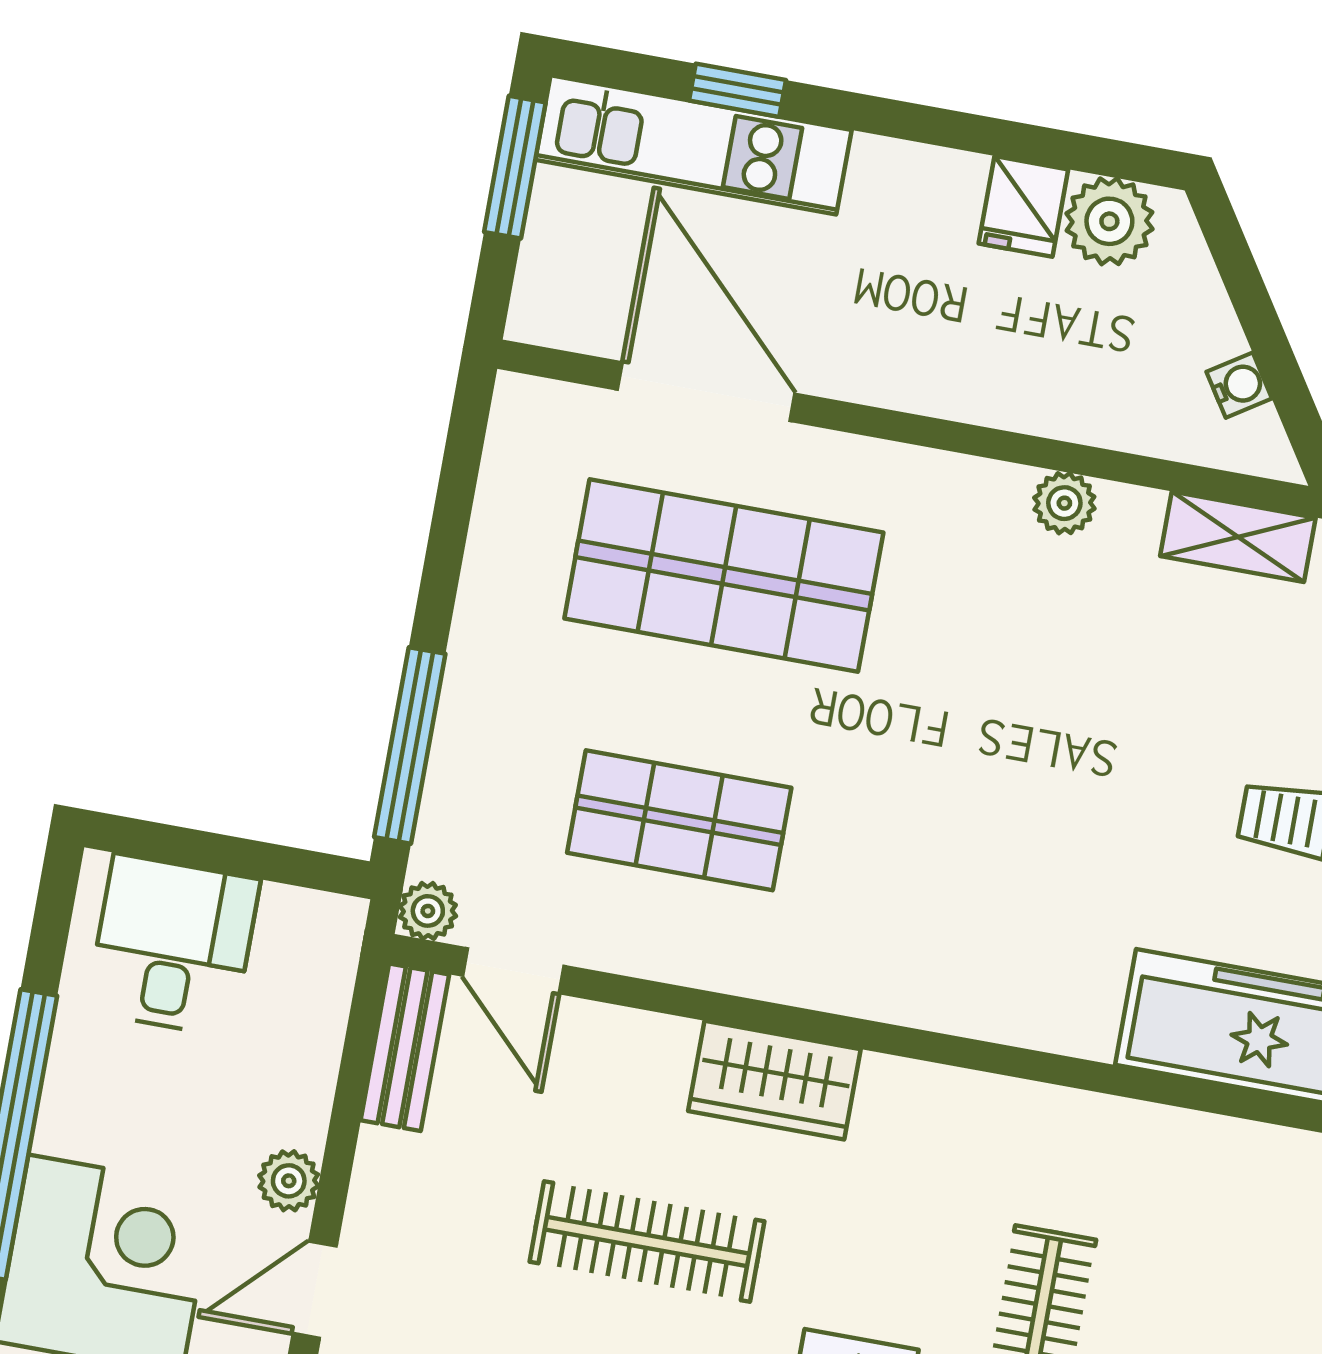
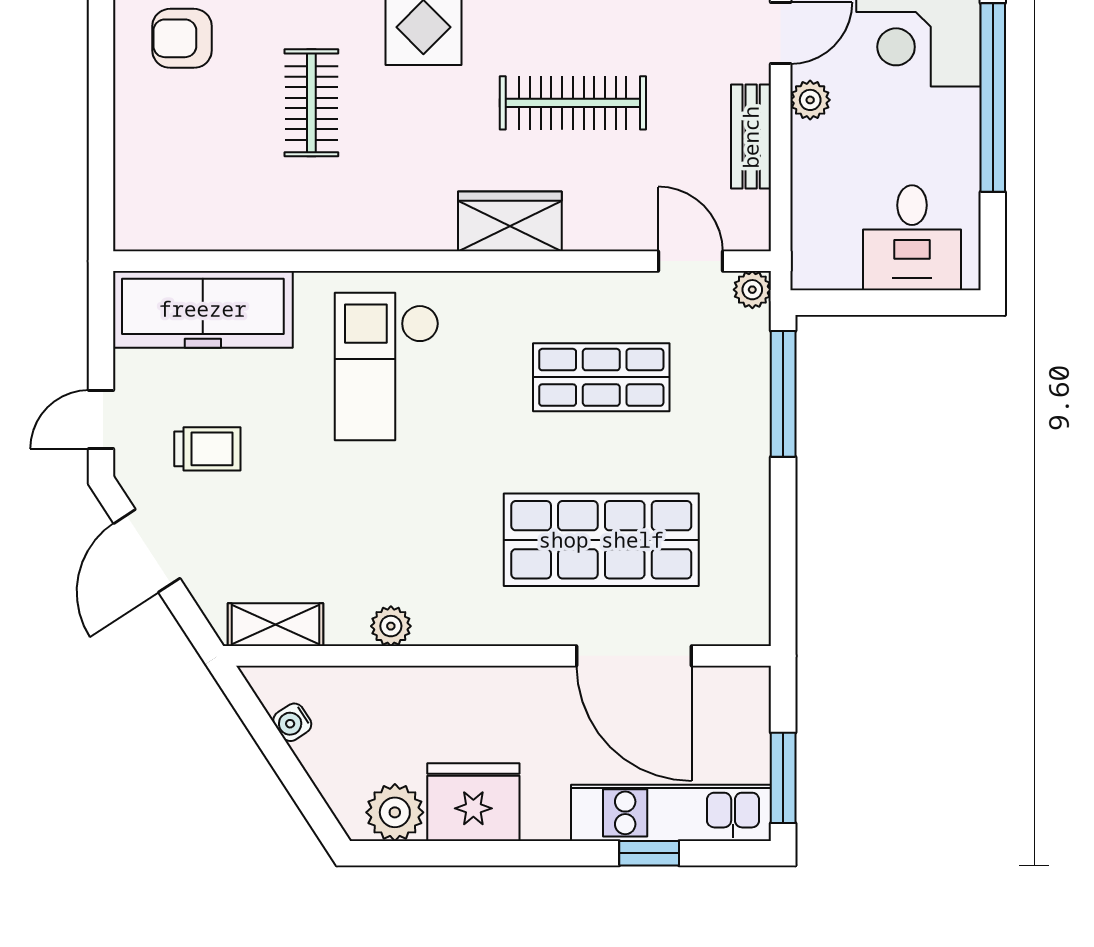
fridge: (1023, 206) -> (473, 802), width x1.88, depth x1.34
checkout: (1000, 895) -> (387, 366), added
bench: (405, 1047) -> (751, 137), moved

